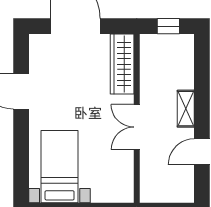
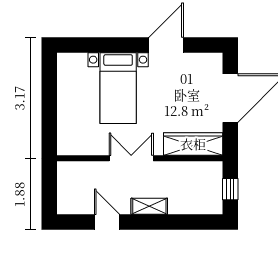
bed with nightstands: (60, 167) -> (118, 88), moved, turned 90

